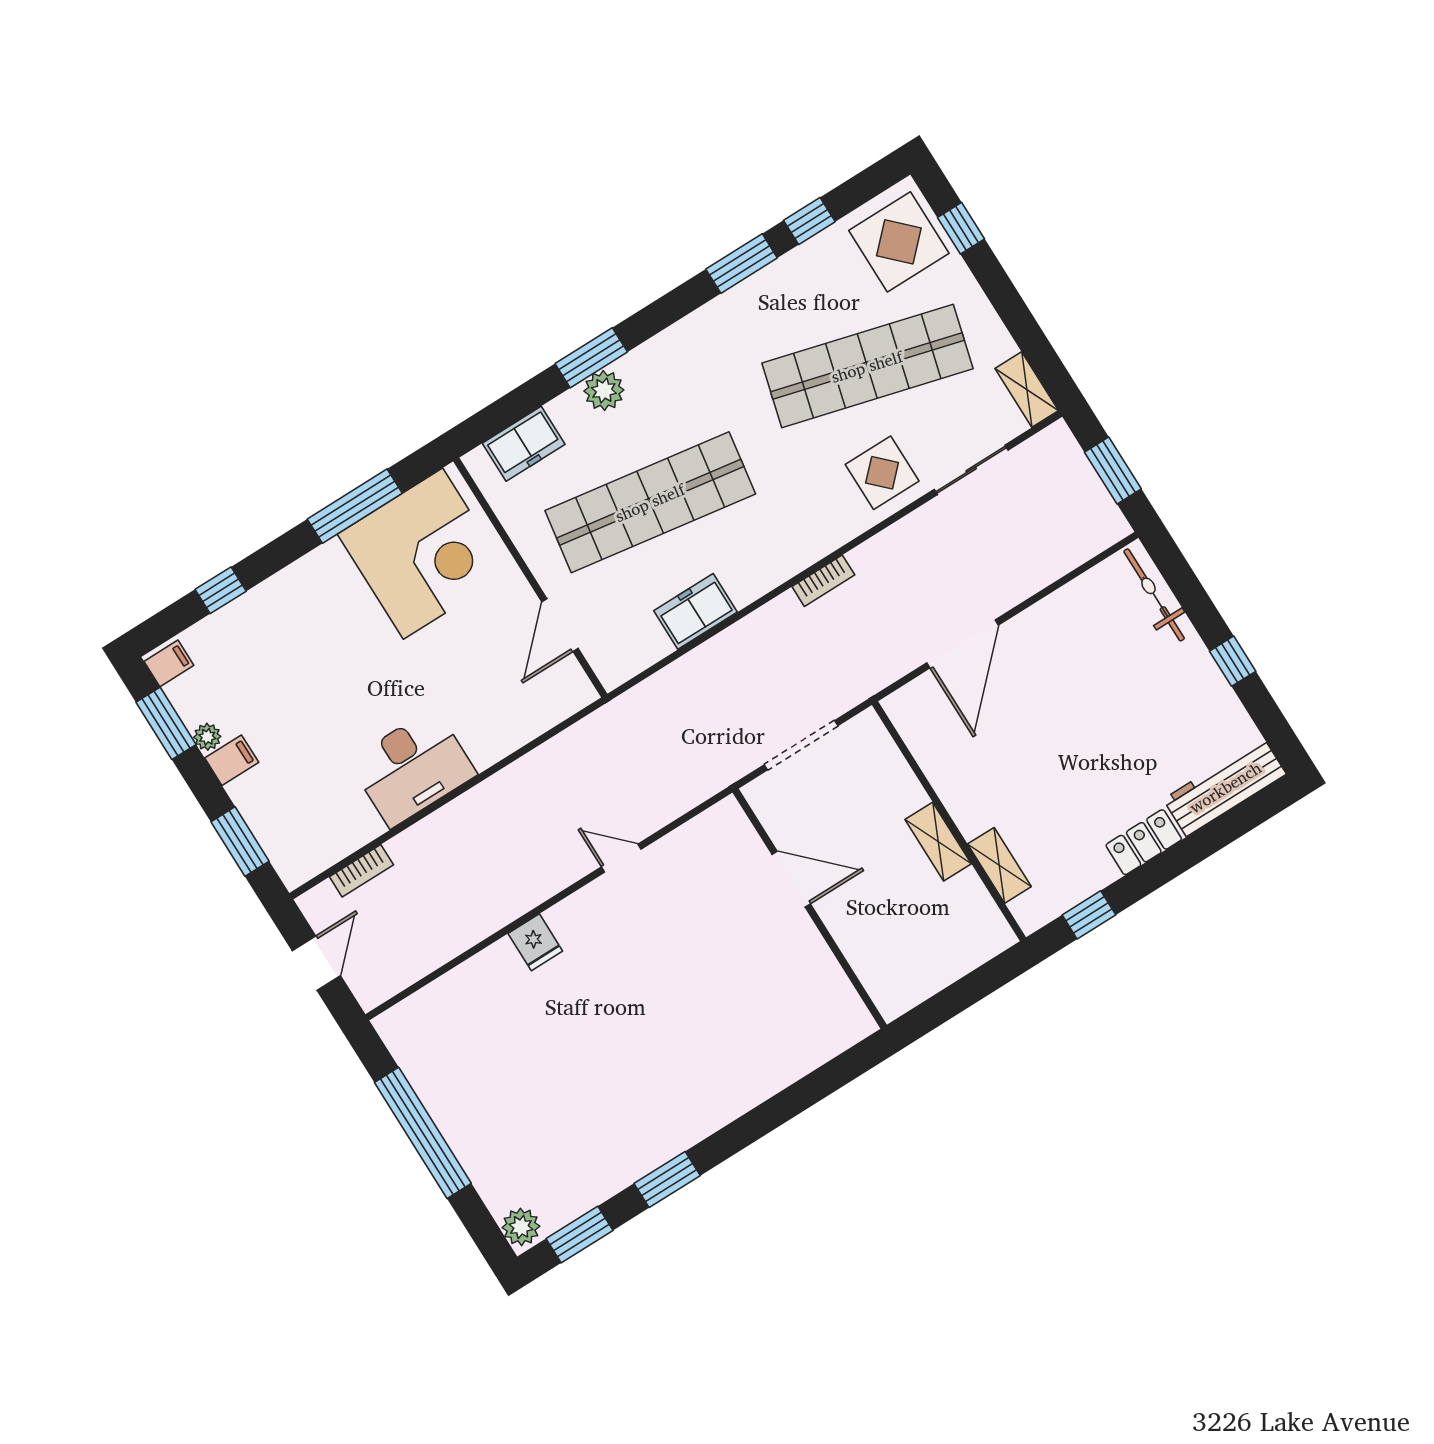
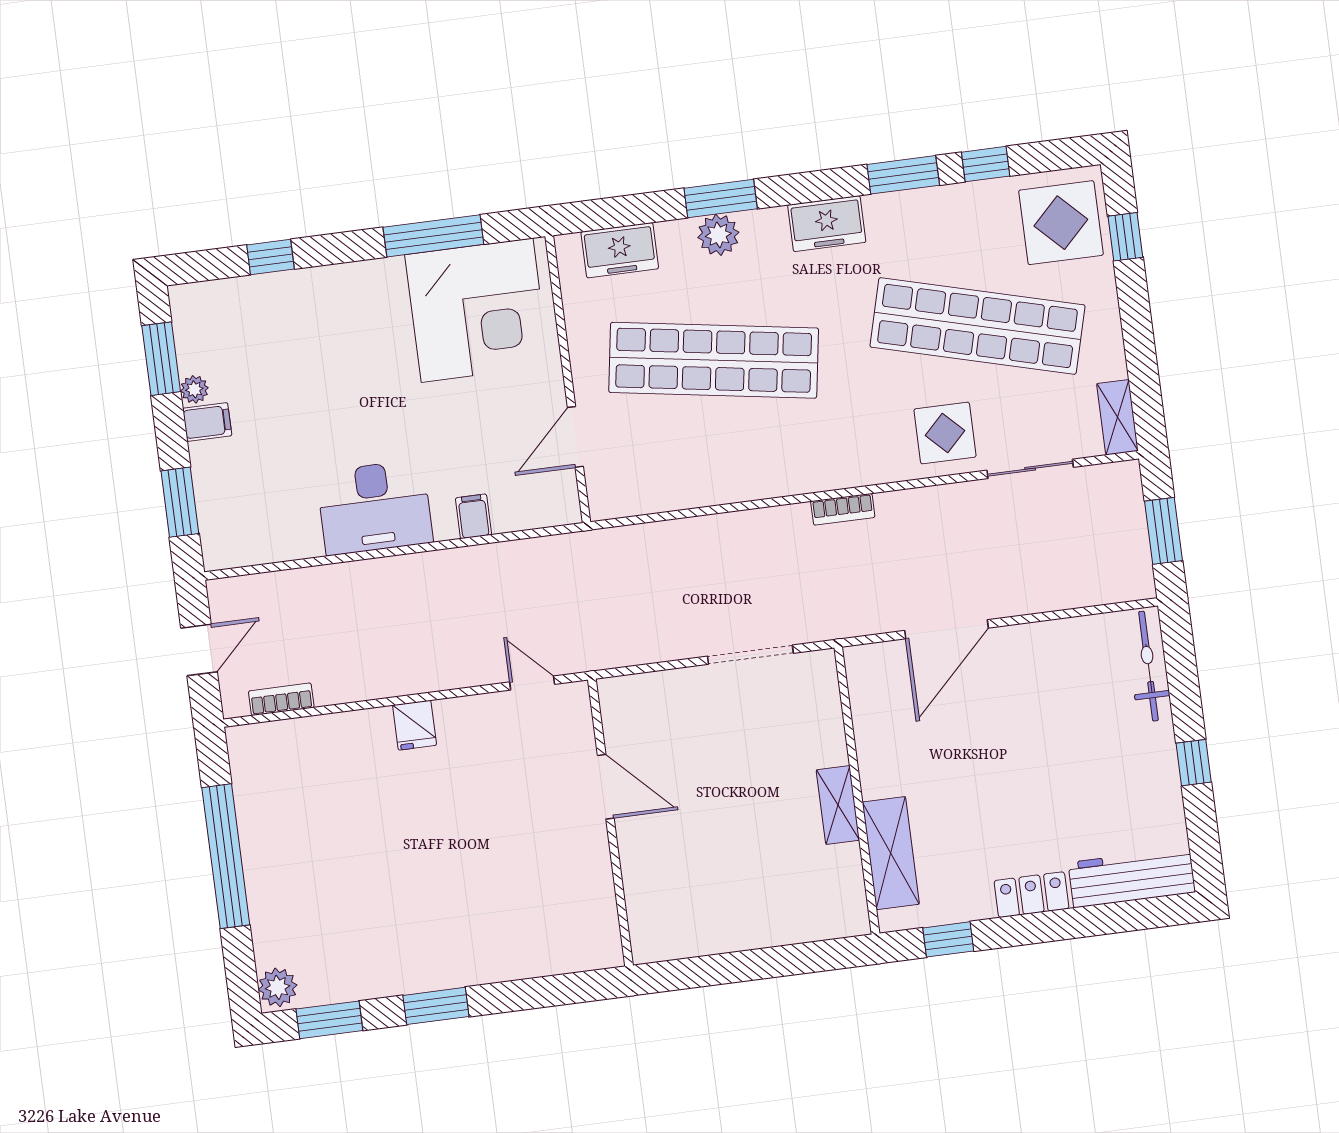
freezer: (696, 611) -> (827, 224), moved, turned 180
filing cabinet: (169, 663) -> (473, 516), moved, turned -90
shelving: (999, 865) -> (891, 853), width x1.50, depth x1.33
bookcase: (361, 871) -> (281, 699), moved, turned 180
door: (791, 879) -> (606, 787), moved
wall: (810, 909) -> (610, 822), moved

